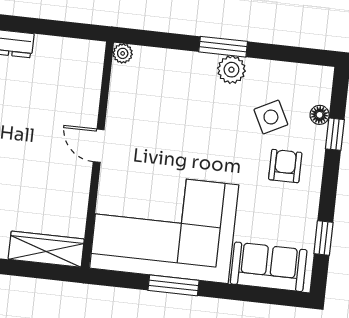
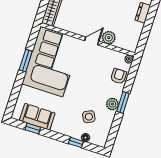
plant: (83, 109) -> (109, 38), added
armchair: (285, 166) -> (119, 76), moved, turned -90
sofa: (269, 267) -> (37, 117), moved, turned -90

